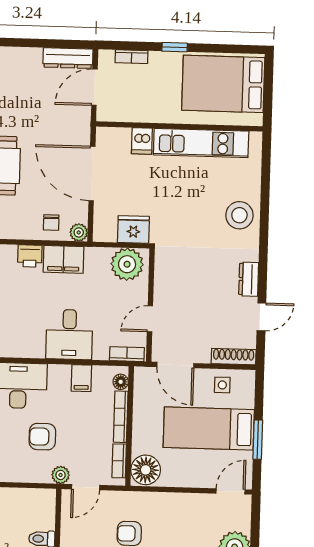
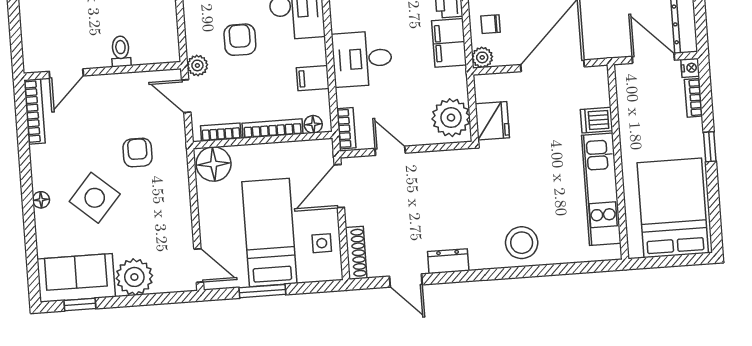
nightstand: (106, 57) -> (690, 68), added

